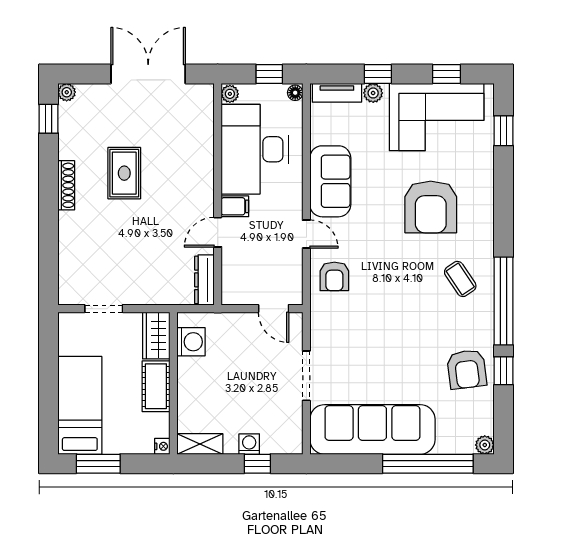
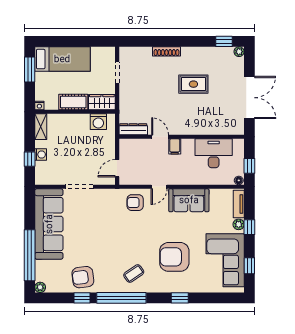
plant: (230, 94) -> (238, 144), removed
window: (503, 131) -> (180, 298), moved
desk: (255, 149) -> (214, 153), width x0.73, depth x0.77
shoe rack: (66, 185) -> (167, 51), moved

